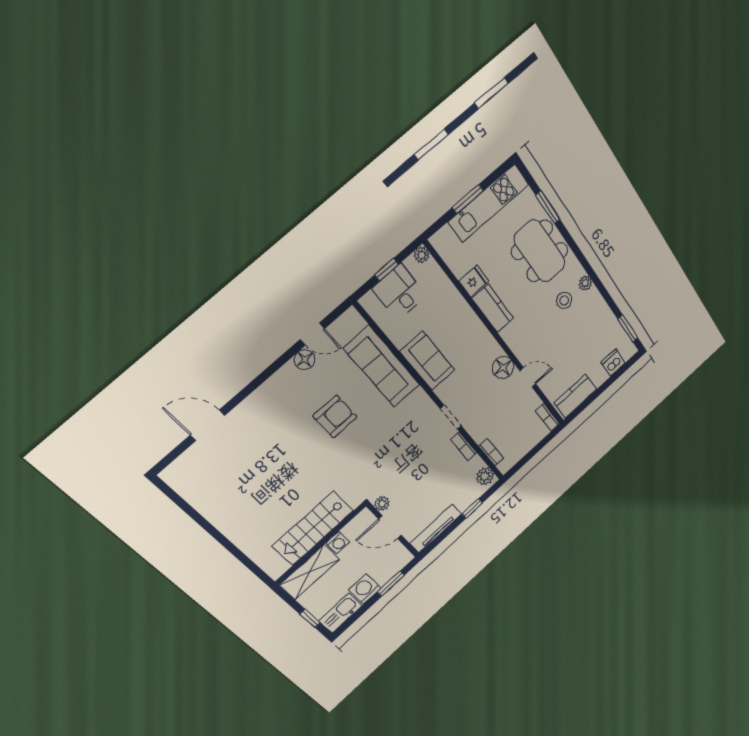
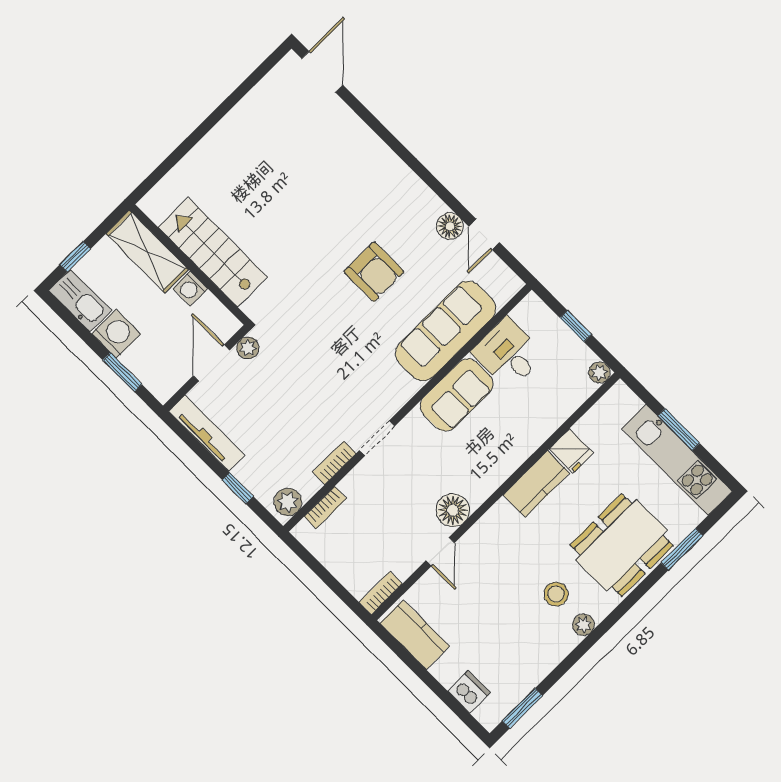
desk: (399, 292) -> (508, 353), moved, turned -90
door: (208, 425) -> (322, 72), moved

